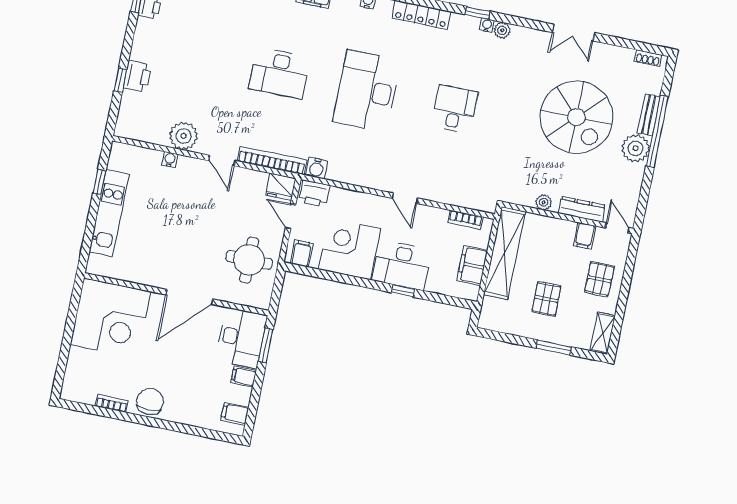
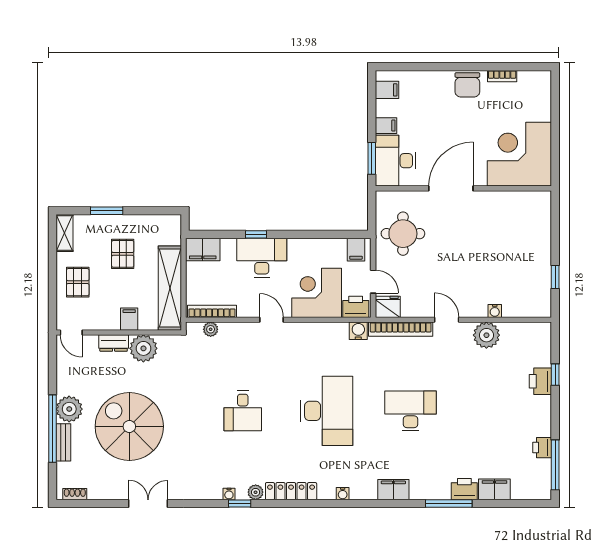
plant: (502, 30) -> (256, 492), moved
plant: (471, 201) -> (211, 329), added
plant: (544, 202) -> (143, 348), width x1.88, depth x1.88
dresser: (582, 209) -> (114, 343), width x0.70
kitchen unit: (109, 213) -> (540, 250), removed
bookcase: (465, 220) -> (212, 311), width x1.56
filing cabinet: (584, 236) -> (129, 319), moved
corner desk: (350, 249) -> (317, 293), moved, turned 180
filing cabinet: (472, 265) -> (203, 249), moved, turned 90

